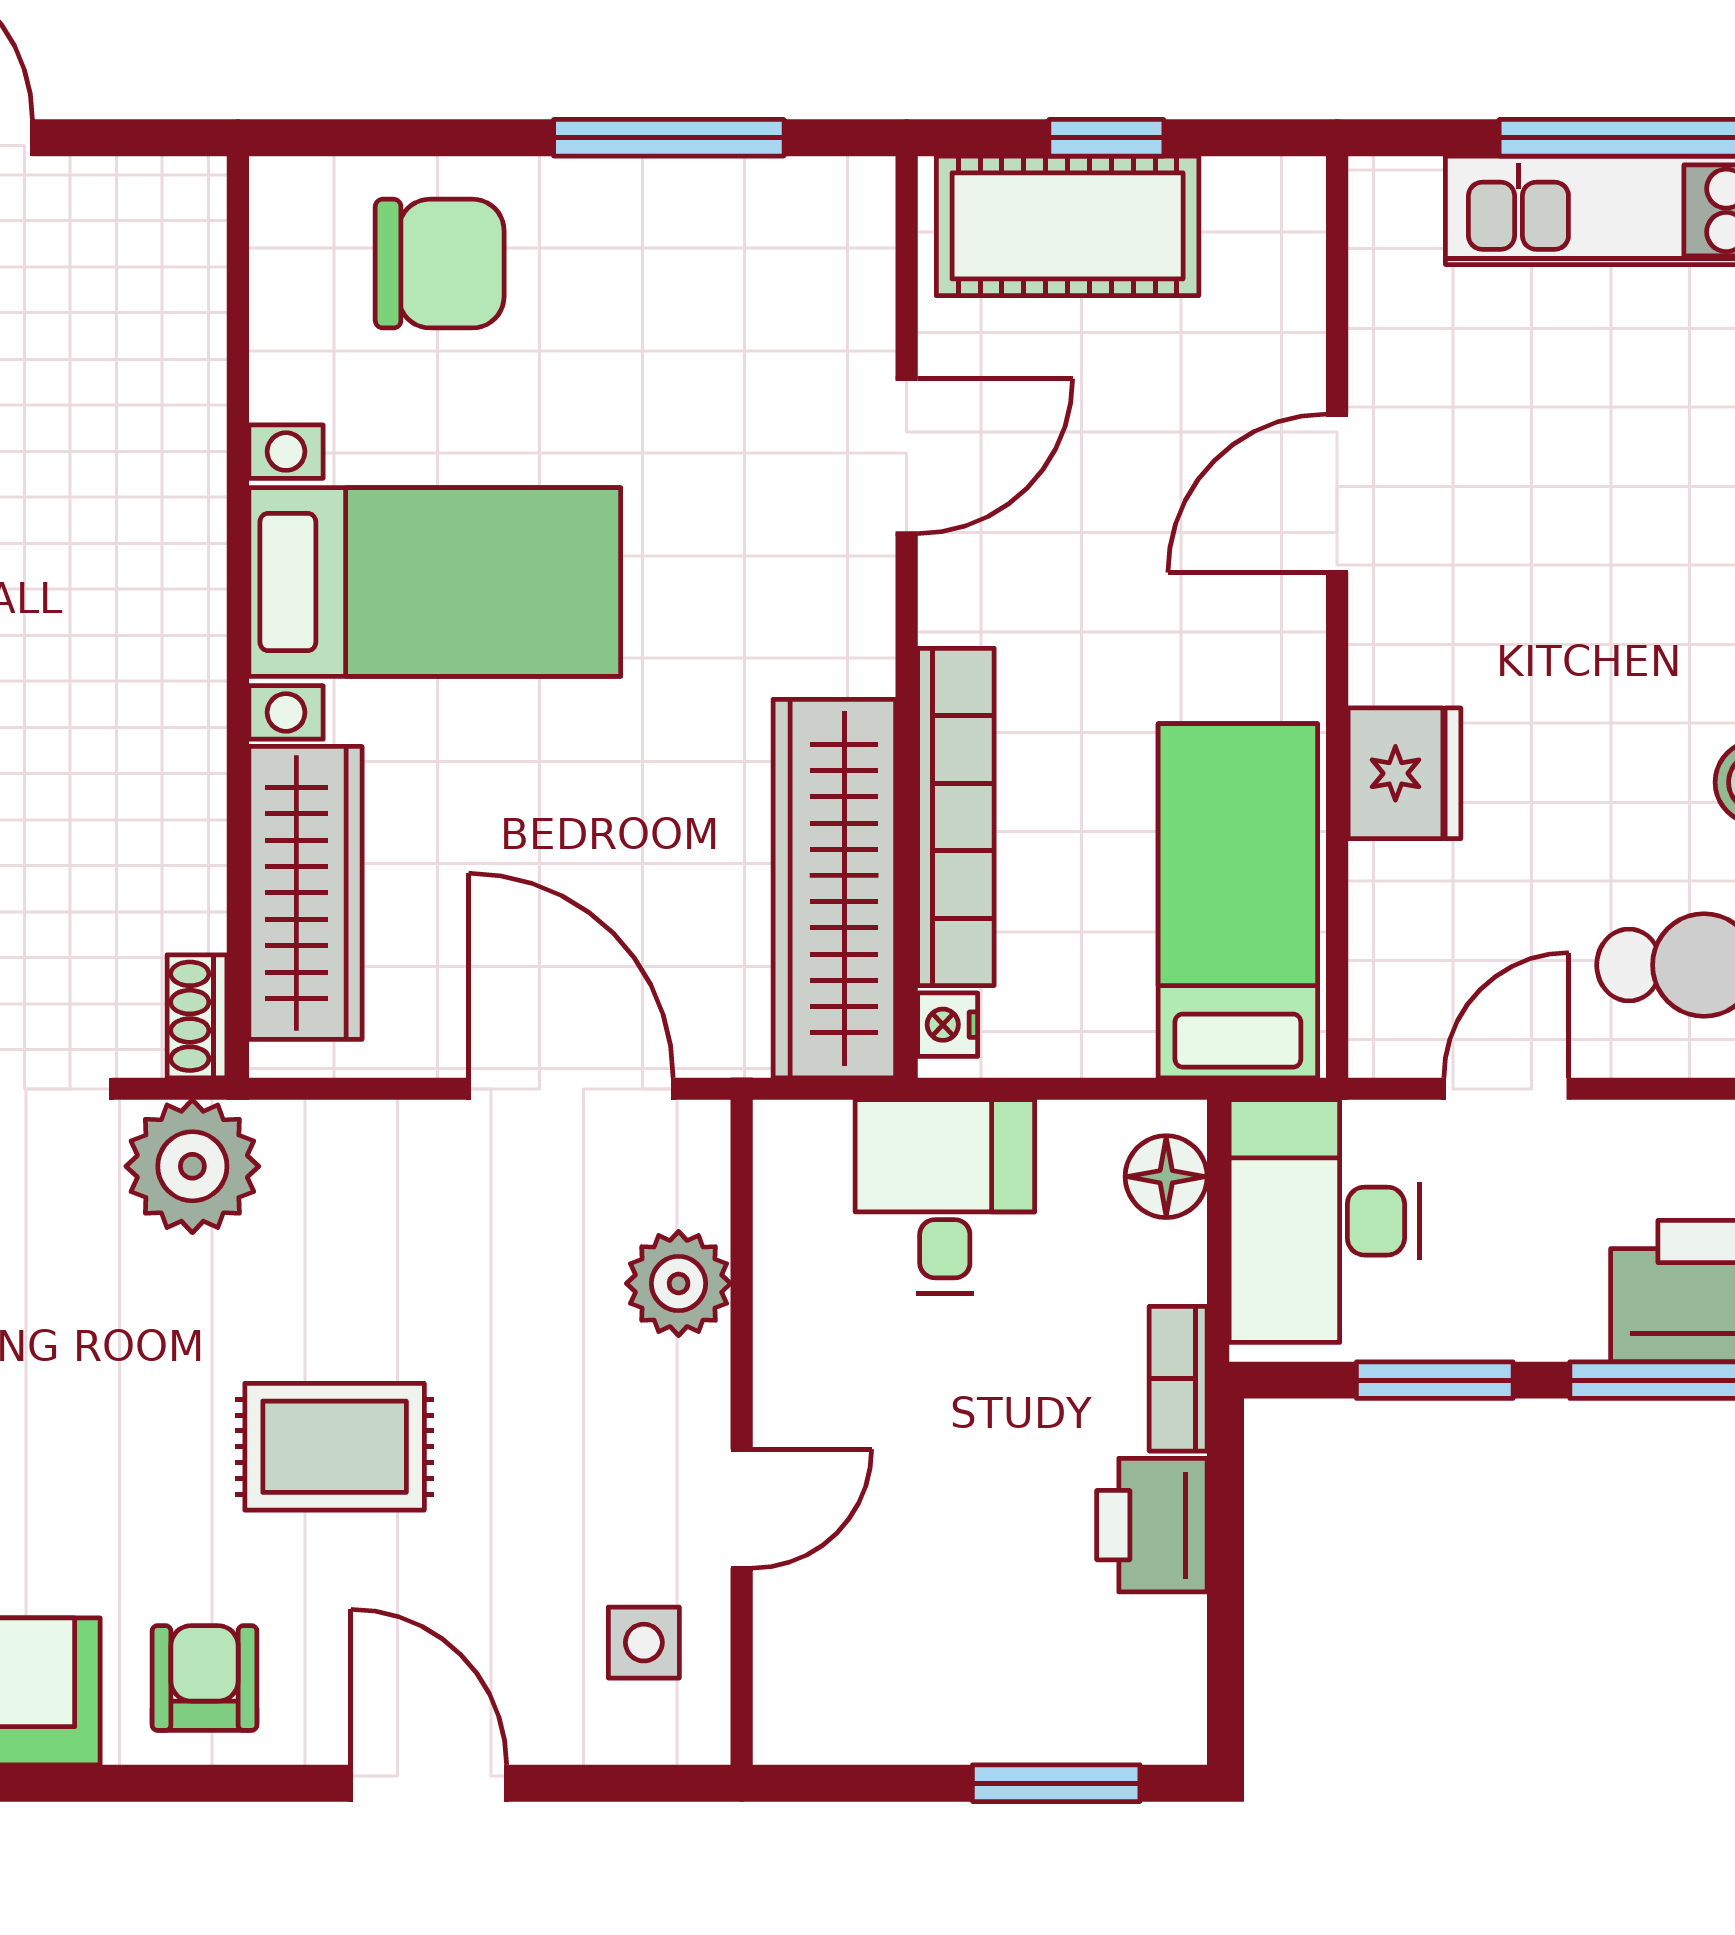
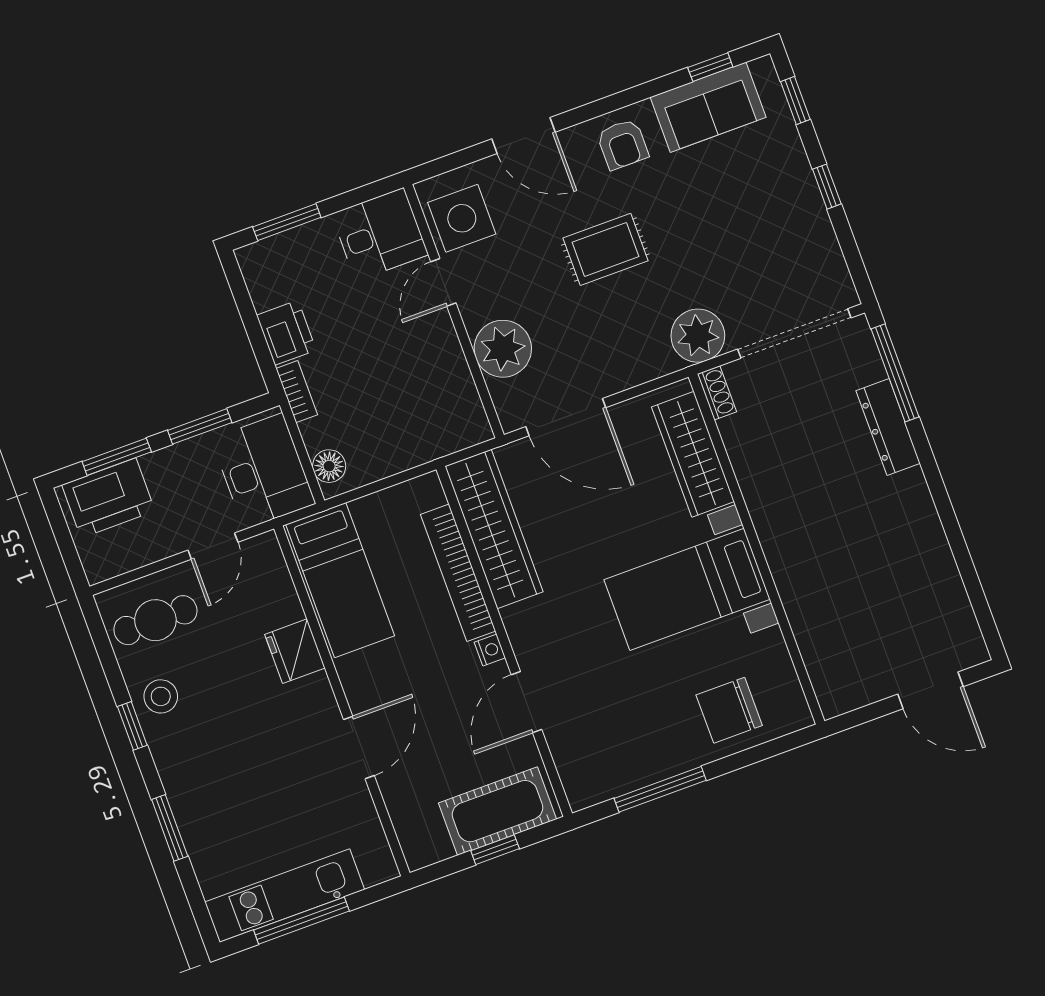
nightstand: (948, 1025) -> (490, 650), moved
desk: (945, 1196) -> (380, 234), moved, turned -90
plant: (679, 1283) -> (503, 349), width x1.36, depth x1.36
side table: (644, 1643) -> (462, 218), width x1.87, depth x1.87

